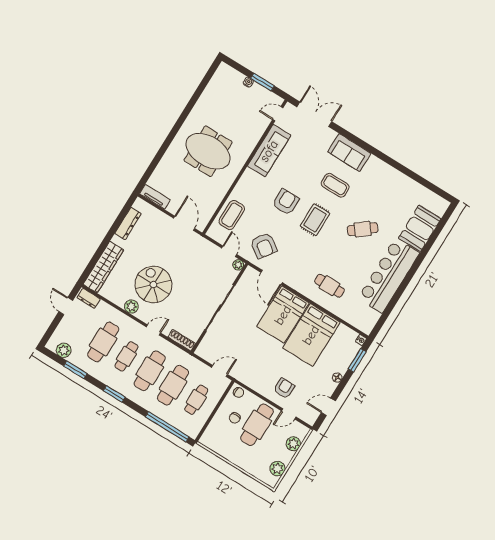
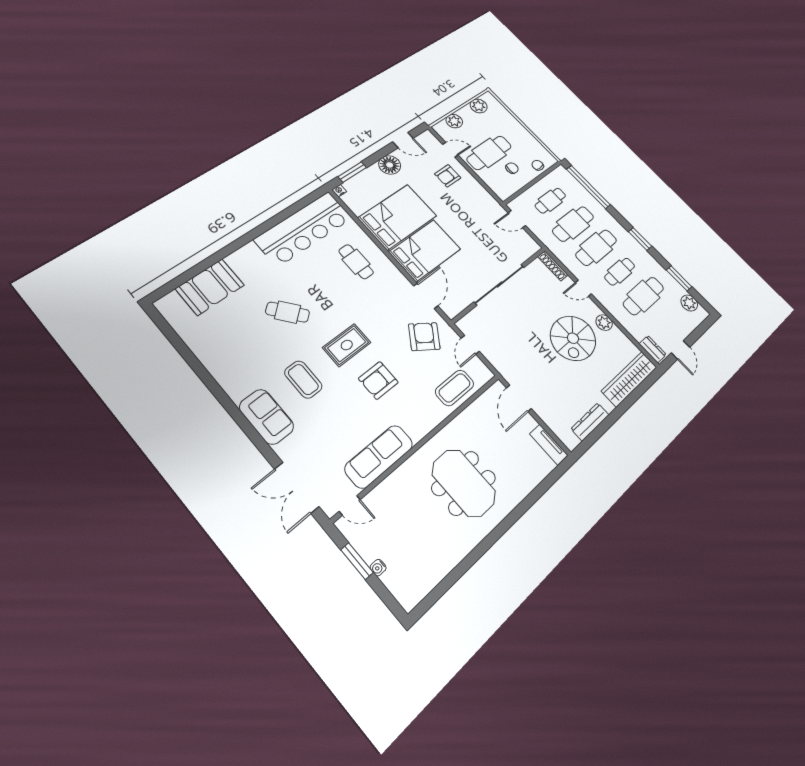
plant: (238, 265) -> (463, 325), removed
bar counter: (389, 276) -> (304, 229), moved
floor lamp: (337, 378) -> (390, 165), width x1.89, depth x1.89
chair: (239, 392) -> (538, 165), moved

